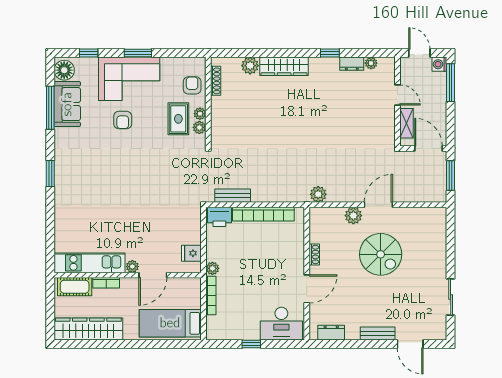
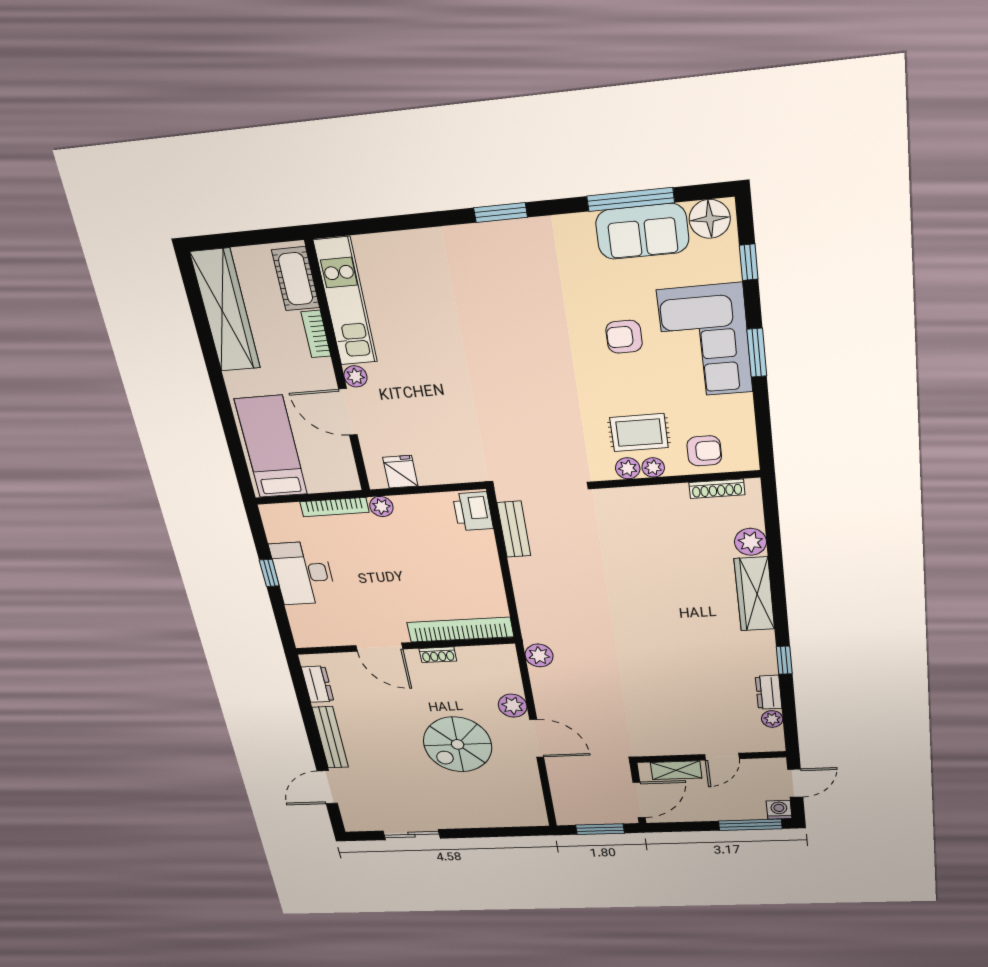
bookcase: (263, 214) -> (460, 630), moved, turned 90
desk: (281, 324) -> (303, 573), moved
bench: (378, 333) -> (330, 737), width x1.36

